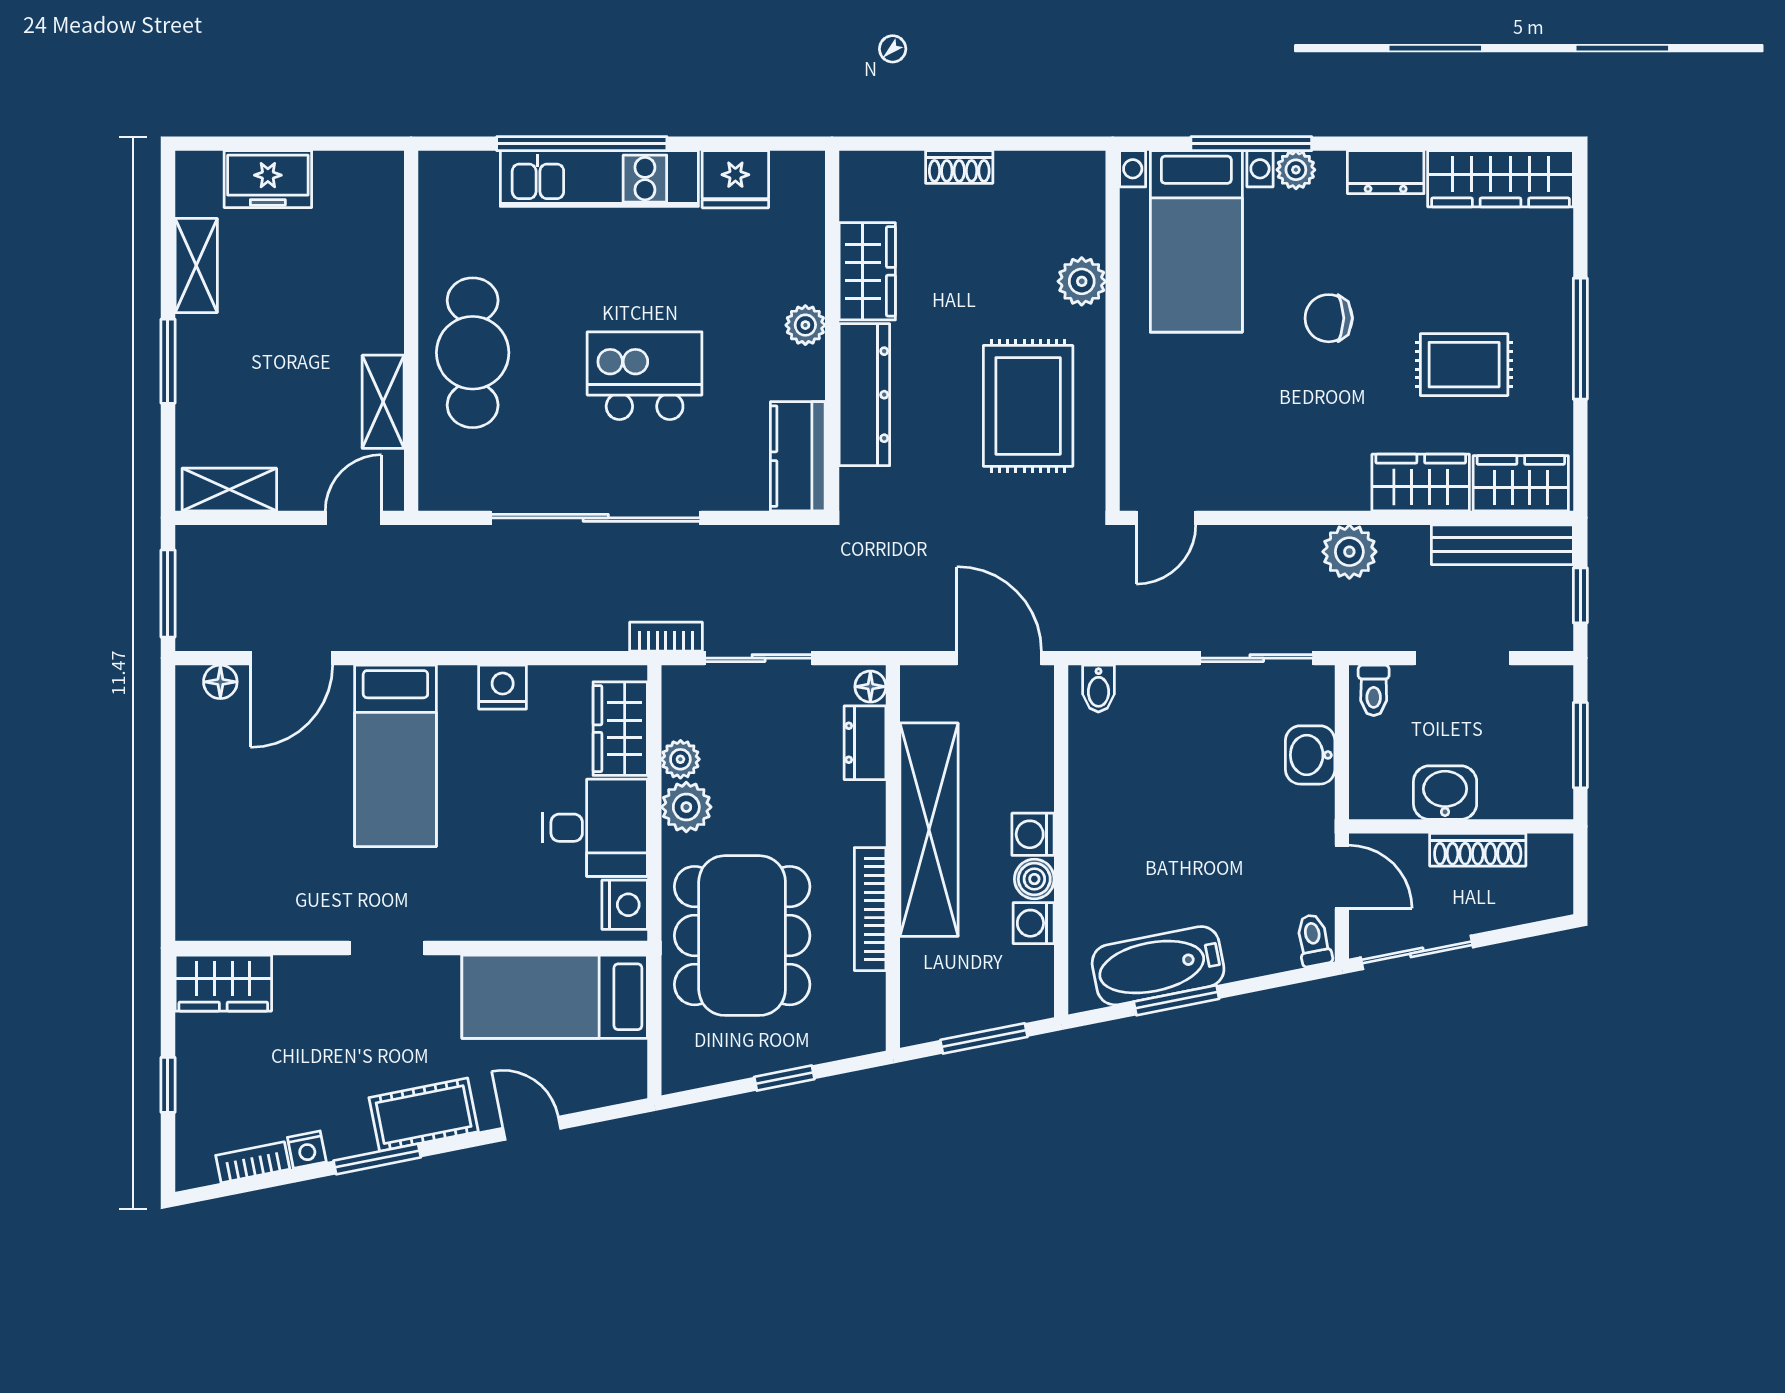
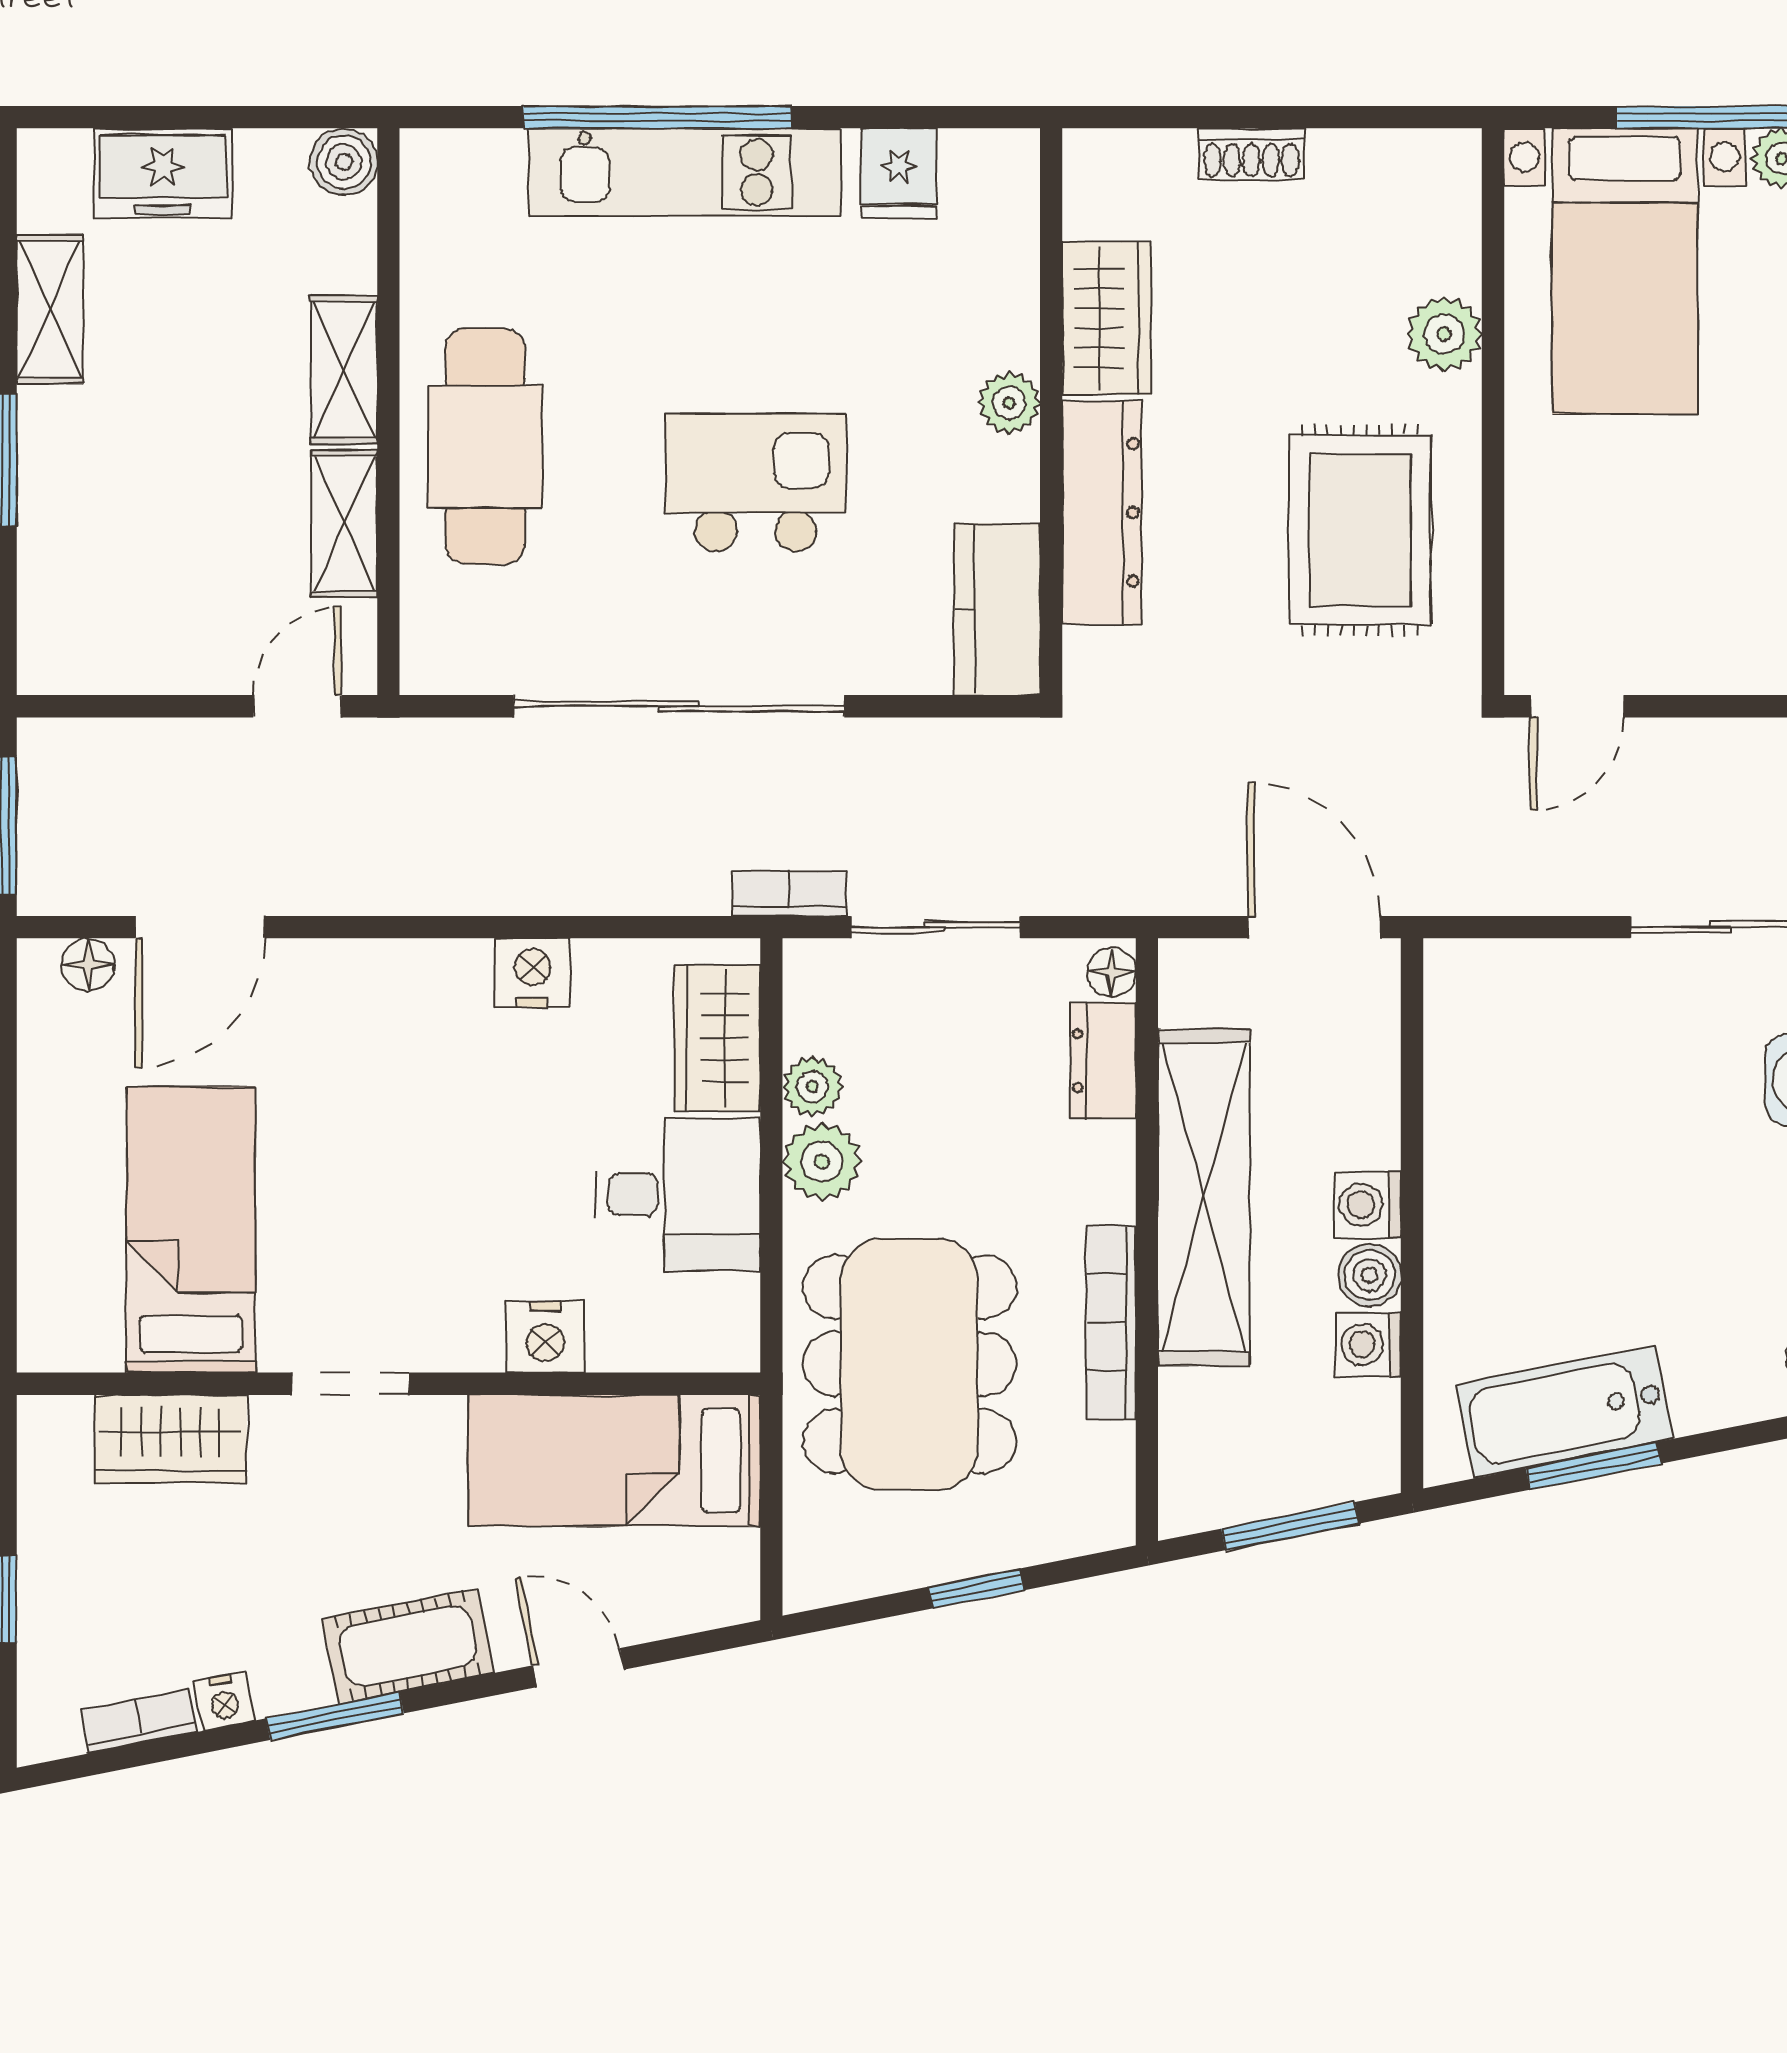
boiler: (383, 172) -> (344, 162), added
fridge: (735, 179) -> (899, 173), width x0.72
shelving: (229, 489) -> (344, 370), moved, turned 90
bidet: (1098, 689) -> (1471, 975), removed
bed: (395, 756) -> (191, 1230), moved, turned 180
nightstand: (625, 905) -> (546, 1337), moved, turned 90
wardrobe: (223, 983) -> (171, 1439), moved

